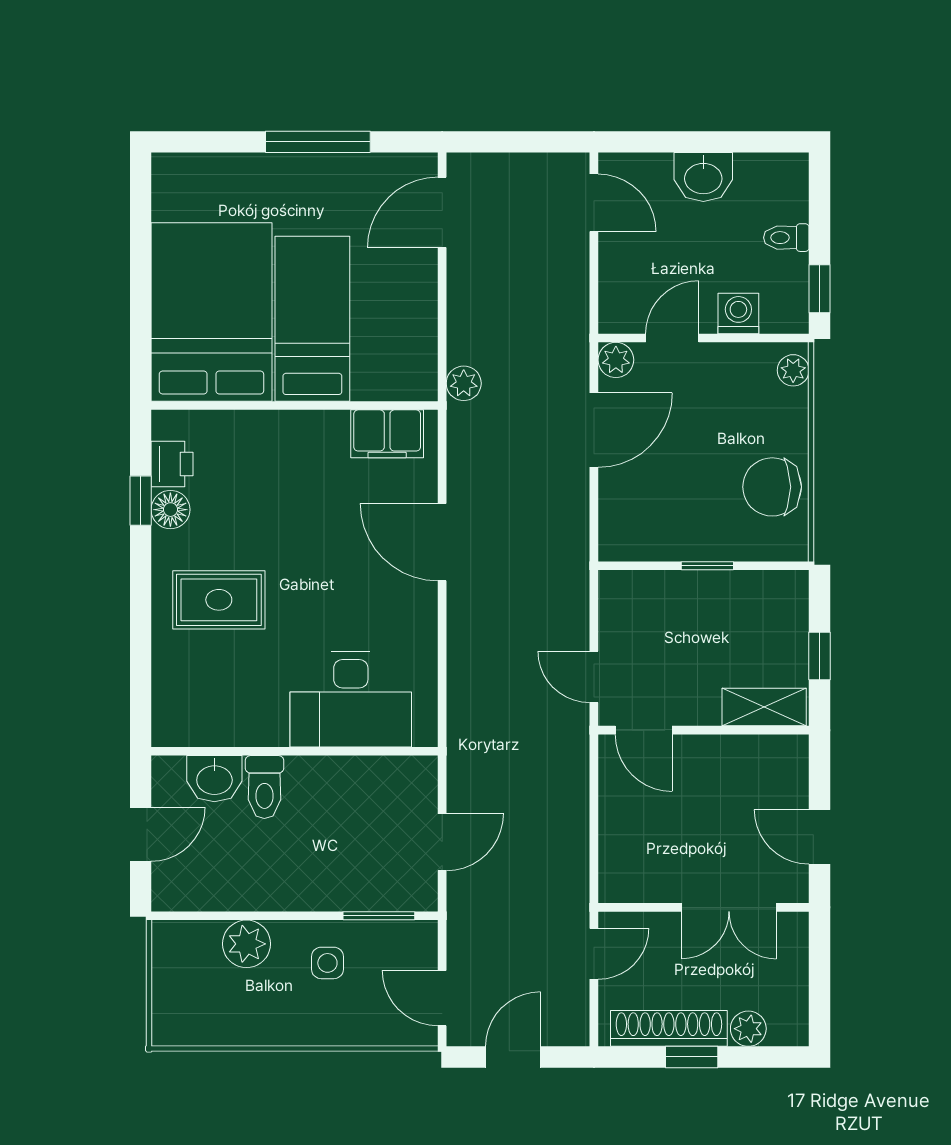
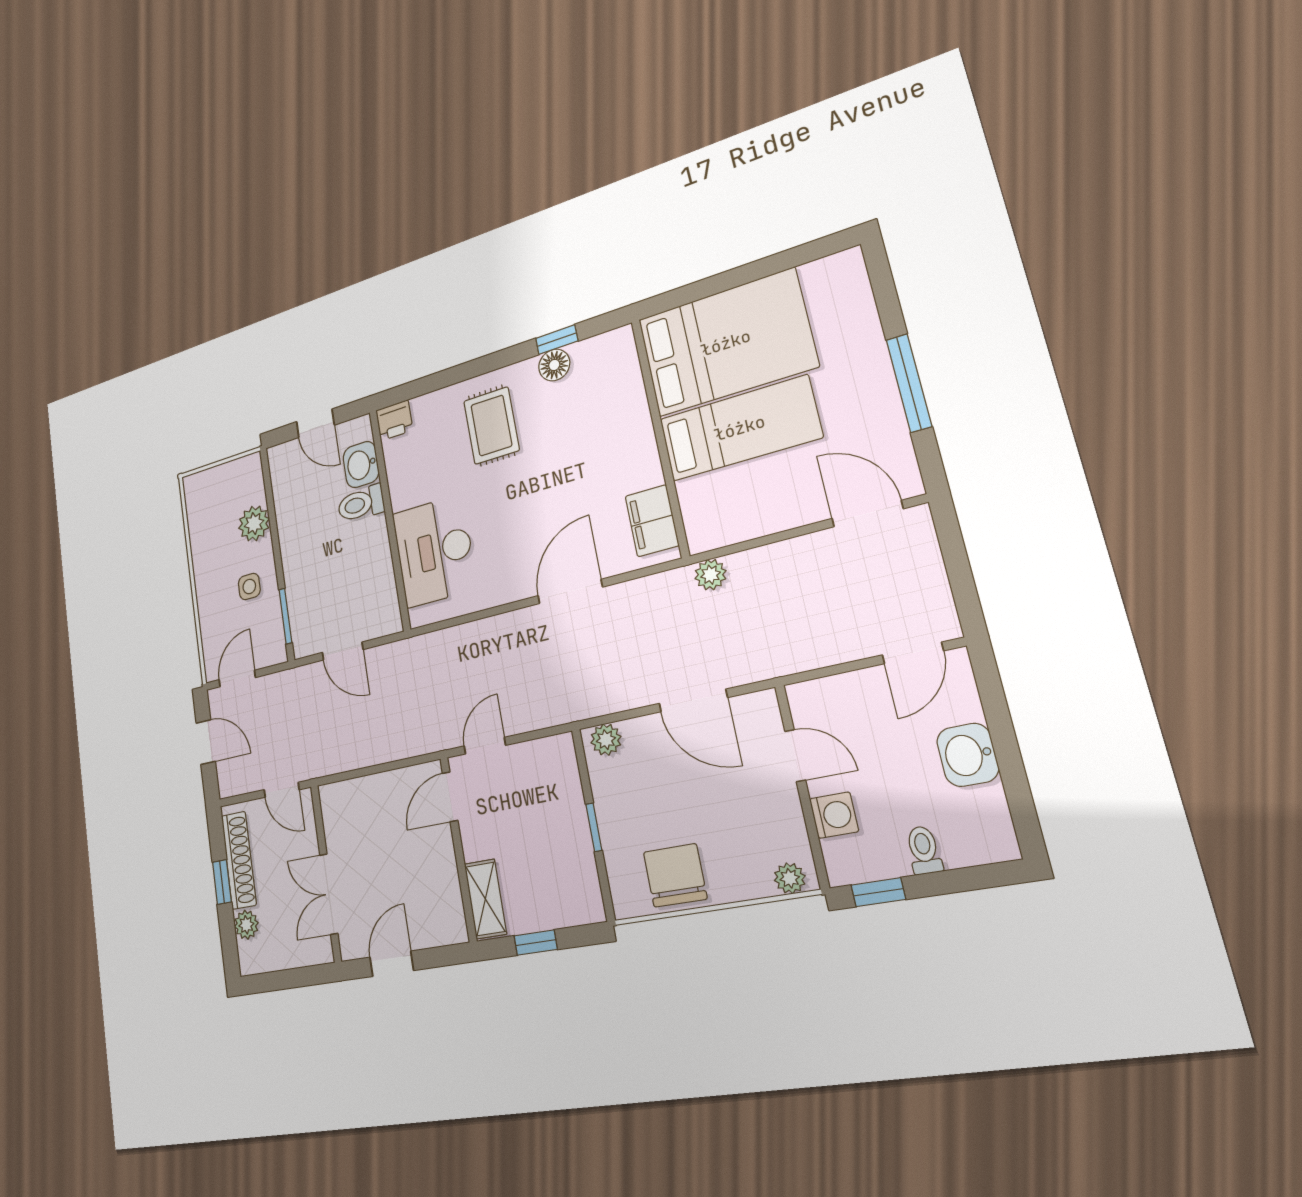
plant: (616, 360) -> (606, 740), moved
printer: (172, 464) -> (394, 420), moved

